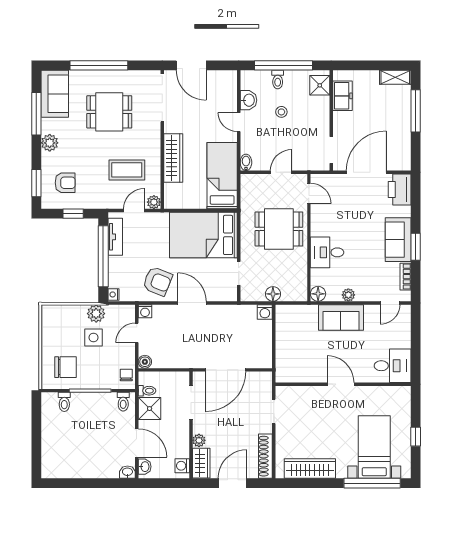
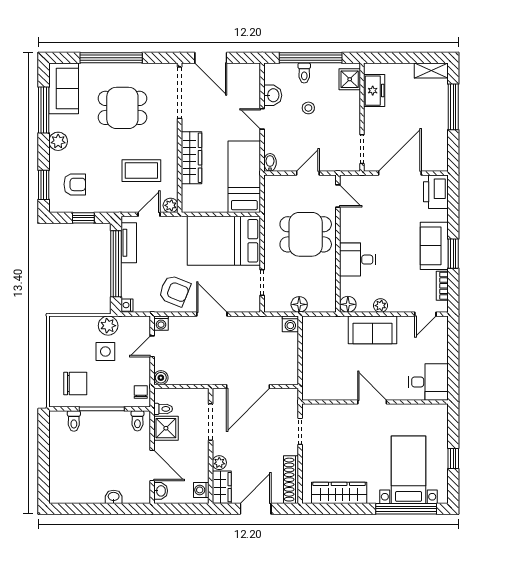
washbasin: (127, 472) -> (114, 497), moved

